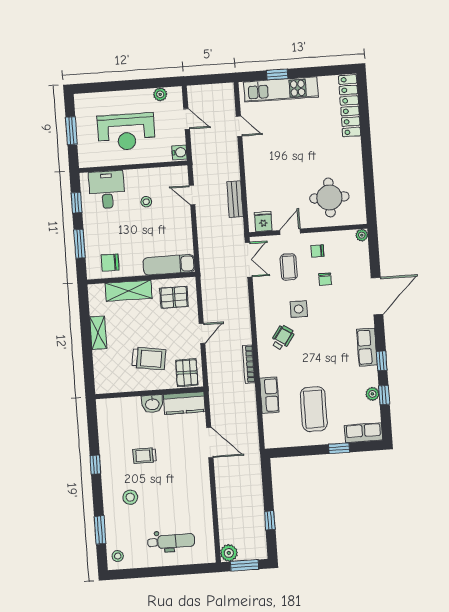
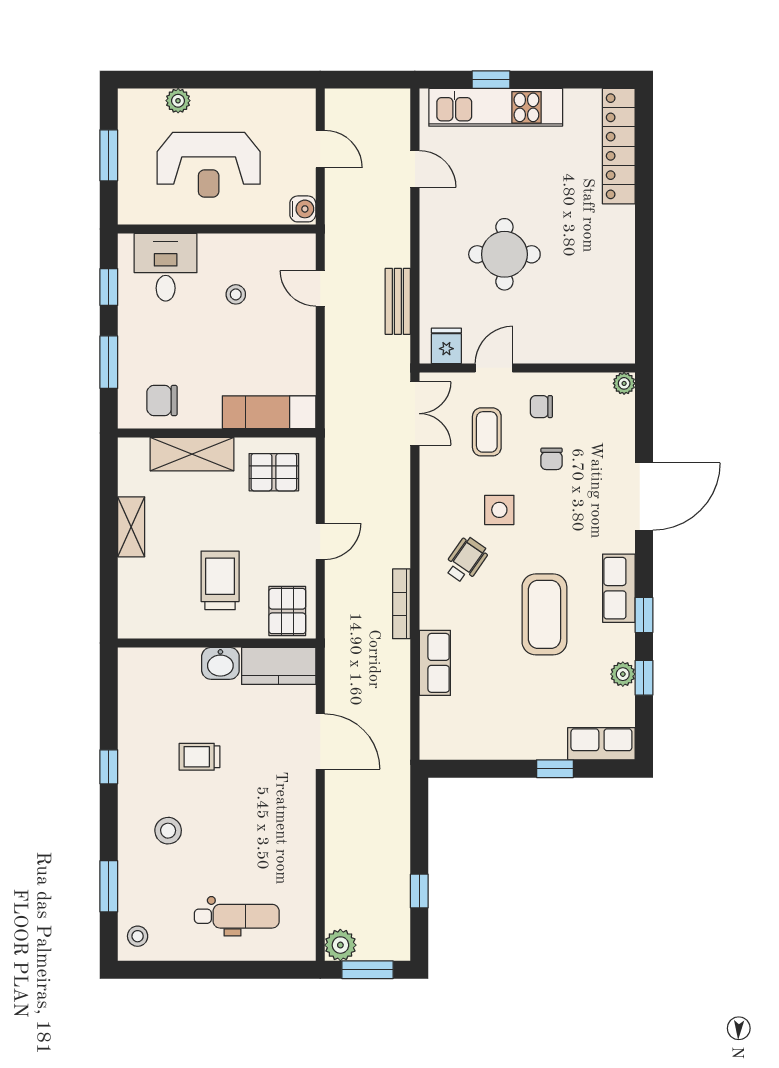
plant: (160, 94) -> (178, 101), moved
round table: (329, 198) -> (504, 254), moved
trolley: (149, 359) -> (220, 580), turned -99
coffee table: (314, 409) -> (544, 614), moved

